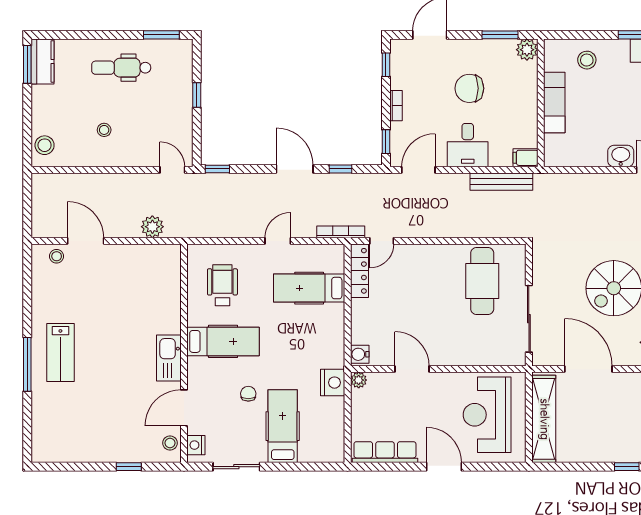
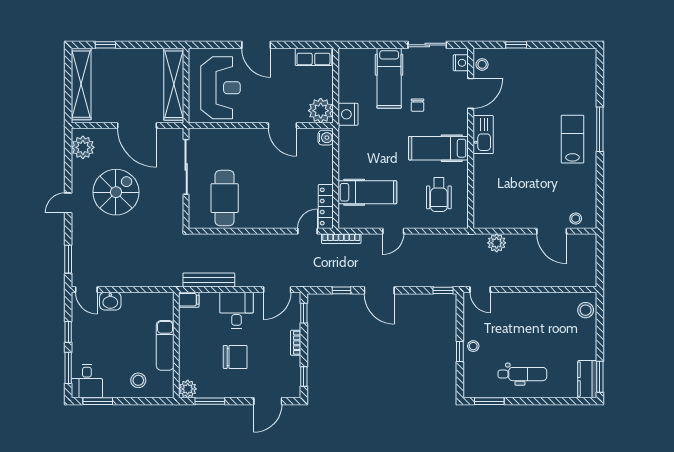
stool: (104, 130) -> (473, 346), moved
plant: (359, 380) -> (321, 111), width x1.88, depth x1.88
row of seats: (385, 452) -> (313, 57), width x0.68

